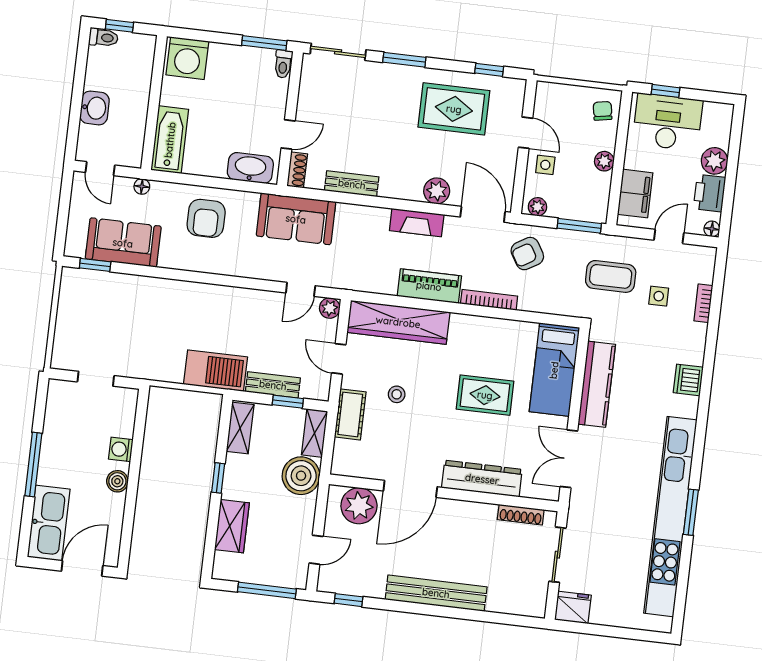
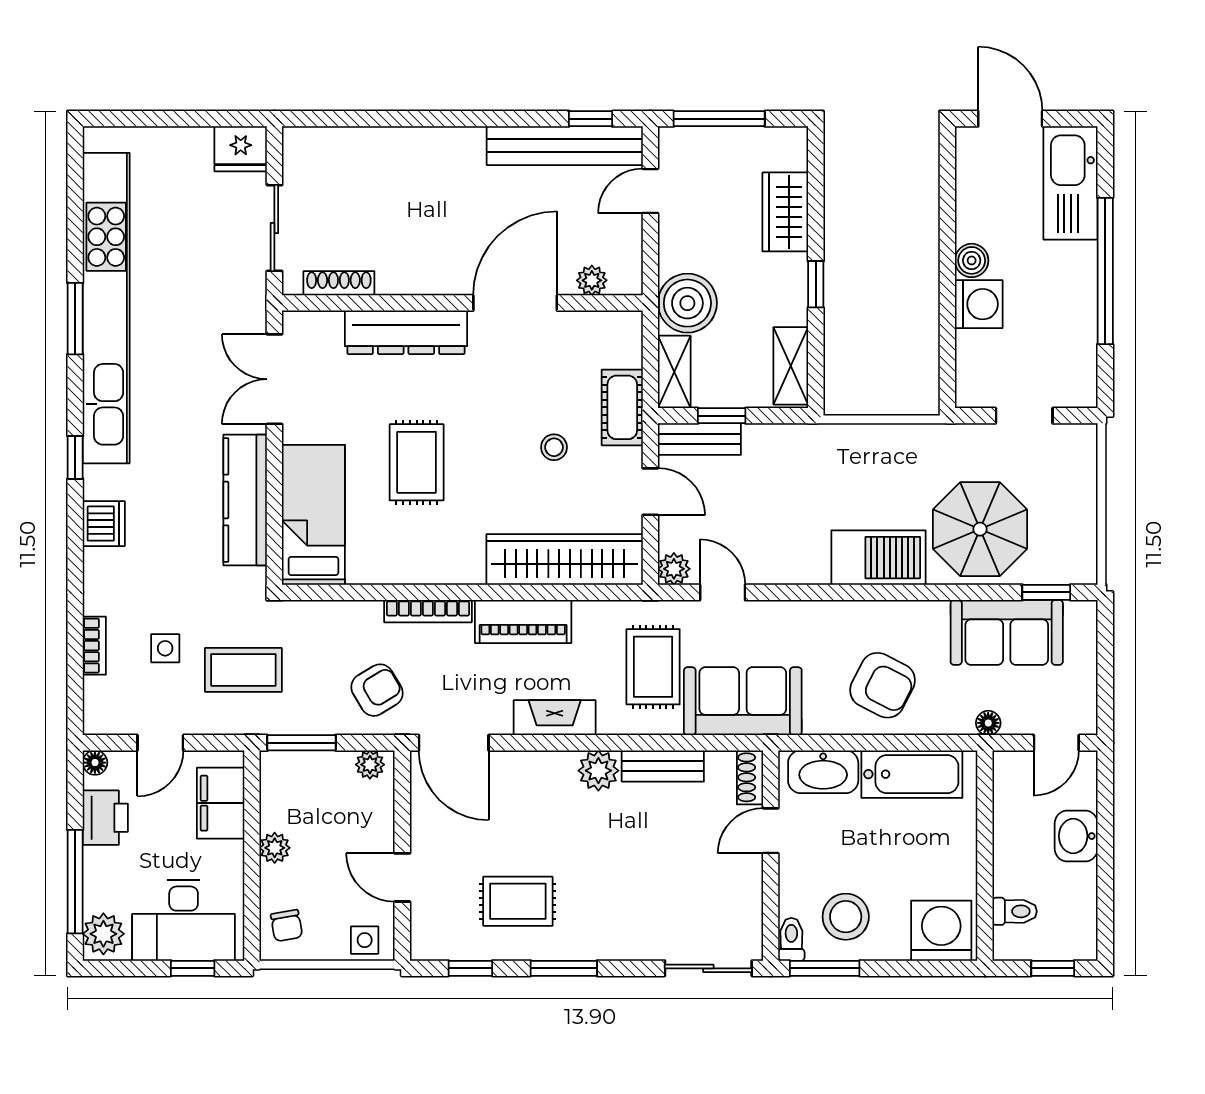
toilet: (103, 37) -> (1015, 911), moved, turned 180
window: (404, 60) -> (564, 968), moved
stool: (247, 74) -> (846, 917), added
rug: (454, 109) -> (518, 901), width x0.73, depth x0.70
bathtub: (170, 140) -> (912, 774), moved, turned -90
window: (733, 155) -> (75, 882), added
plant: (715, 161) -> (103, 934), moved
side table: (545, 165) -> (365, 940), moved
door: (100, 169) -> (1056, 743), swing flipped
plant: (437, 191) -> (598, 771), moved
armchair: (206, 218) -> (882, 685), turned 117
rug: (350, 247) -> (653, 667), added
door: (301, 289) -> (723, 592), hinge flipped
parasol: (132, 310) -> (980, 529), added
barbecue: (215, 371) -> (879, 558), moved, turned 180
bench: (273, 385) -> (699, 439), moved
rug: (485, 395) -> (417, 462), turned 90
window: (701, 424) -> (75, 457), added
washing machine: (121, 449) -> (979, 304), width x1.38, depth x1.38
double door: (569, 459) -> (274, 379), swing flipped
window: (33, 464) -> (1105, 271), width x1.46
plant: (359, 506) -> (592, 280), width x0.53, depth x0.53
door: (82, 568) -> (1010, 119), swing flipped
bench: (436, 593) -> (565, 146), moved

